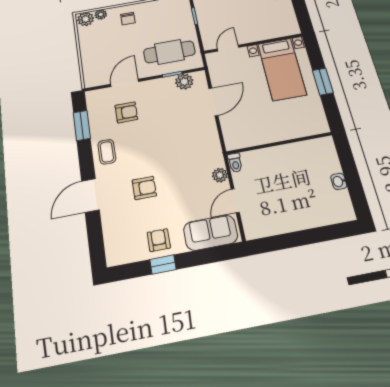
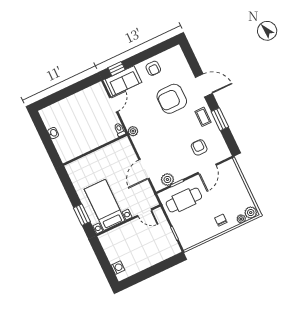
door: (228, 48) -> (145, 213), hinge flipped
window: (323, 82) -> (82, 215), moved
armchair: (126, 112) -> (199, 147), turned 90
window: (82, 125) -> (220, 119), moved
plant: (220, 175) -> (133, 131), moved
armchair: (144, 188) -> (172, 99), width x1.88, depth x1.88
door: (90, 196) -> (204, 85), hinge flipped
window: (163, 264) -> (117, 69), moved

